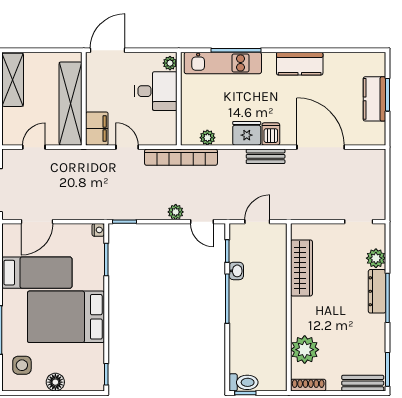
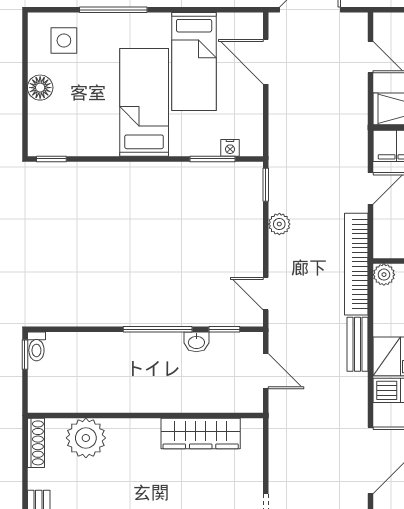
plant: (207, 138) -> (384, 275), moved
bench: (266, 156) -> (358, 344), moved
plant: (176, 212) -> (279, 224), moved
door: (202, 222) -> (266, 294), hinge flipped
nightstand: (98, 230) -> (230, 148), moved
bed: (66, 317) -> (144, 102), width x0.67
toilet: (244, 382) -> (36, 346), width x0.73, depth x0.72

